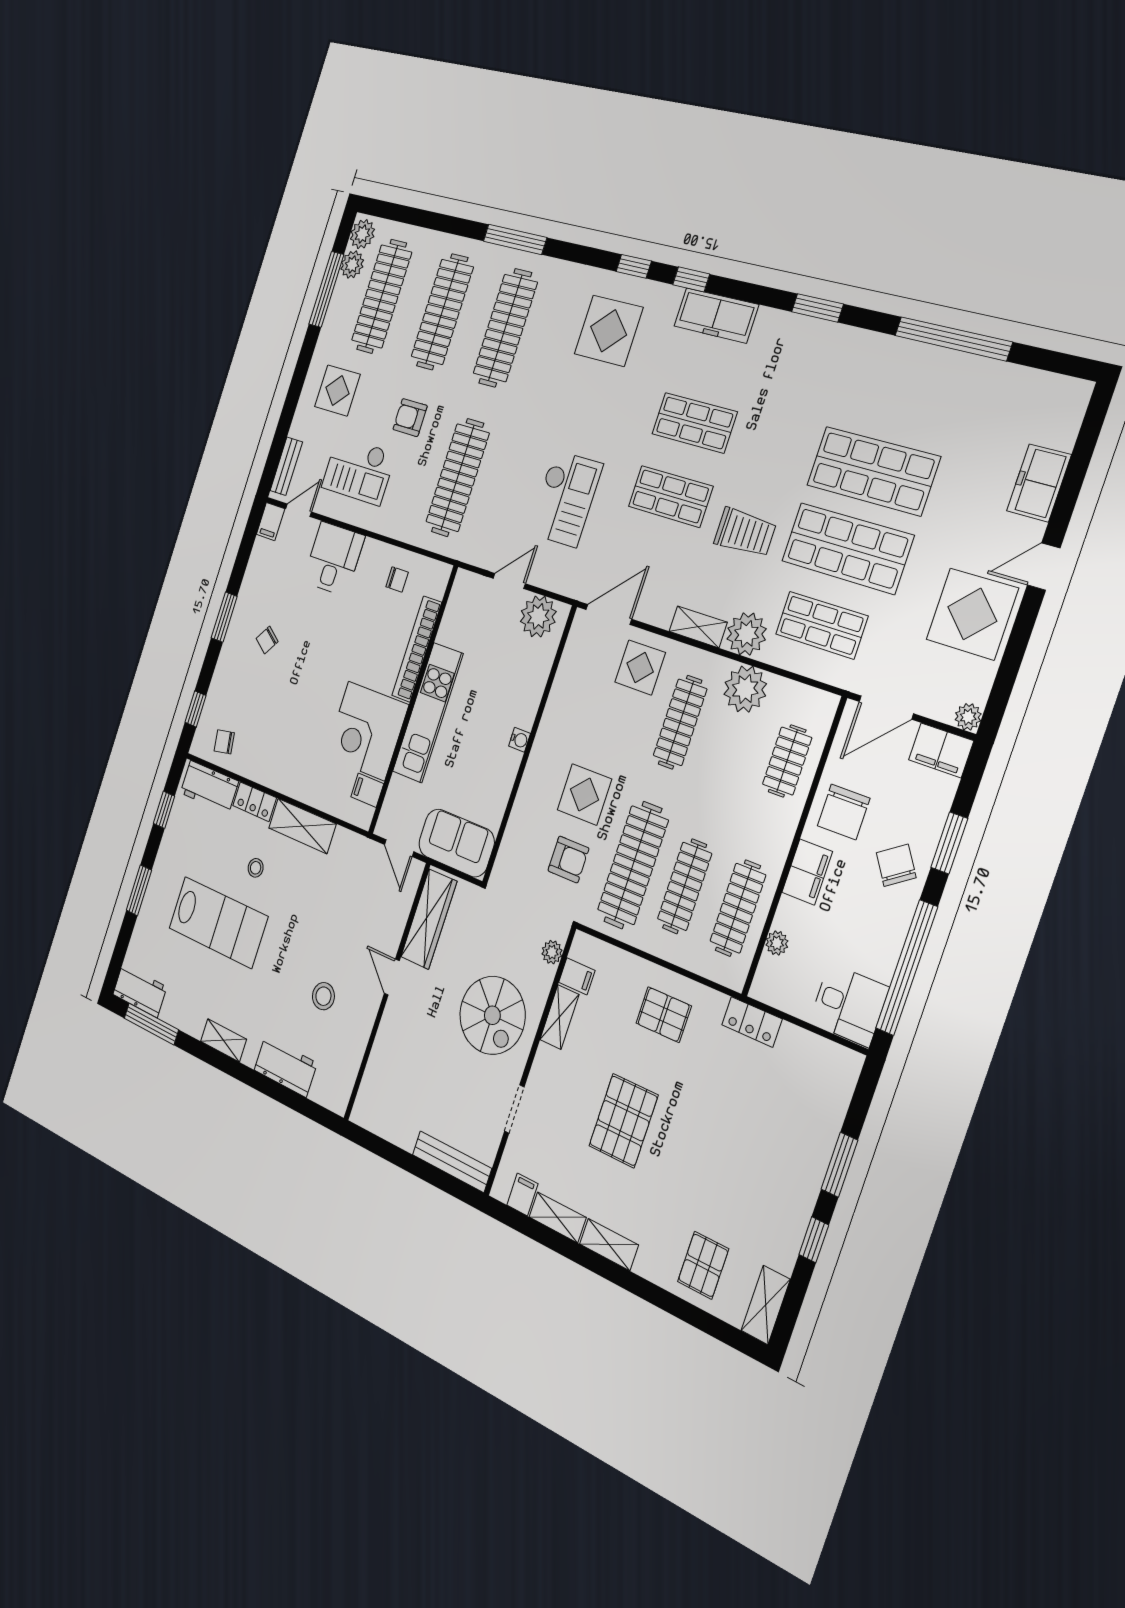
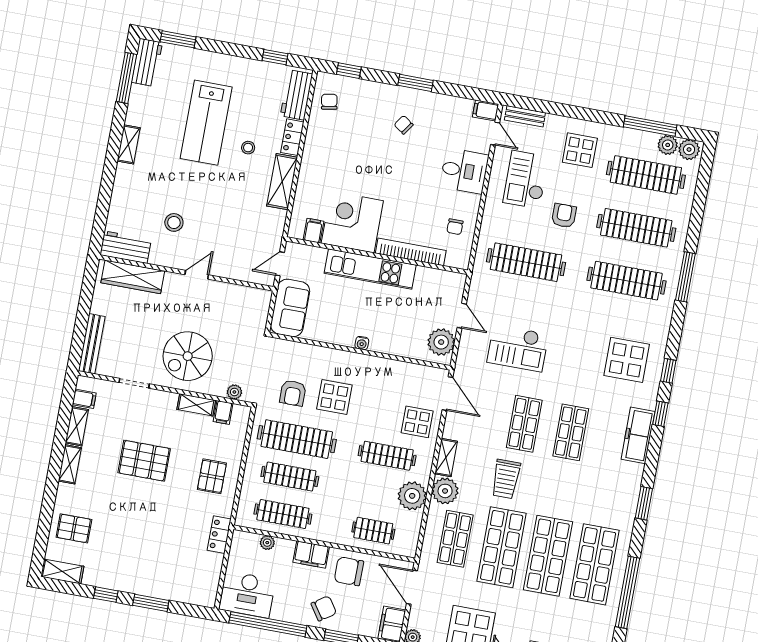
shop shelf: (899, 393) -> (595, 564), added
window: (139, 890) -> (178, 39), moved
wardrobe: (429, 919) -> (133, 277), moved
desk: (849, 1005) -> (247, 595), width x1.37
workbench: (285, 1066) -> (125, 247), moved, turned -90

